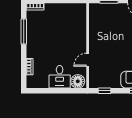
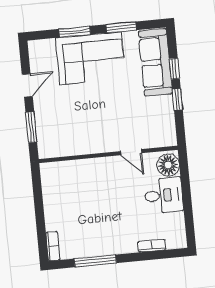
window: (105, 91) -> (177, 99), moved

